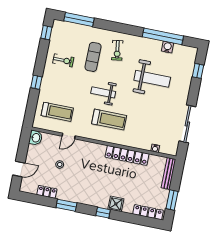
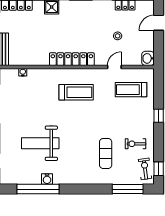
water cooler: (168, 47) -> (47, 179), moved
exercise bike: (117, 50) -> (145, 169), moved
weight bench: (103, 92) -> (88, 119), removed
treadmill: (109, 120) -> (76, 92), turned 180
locker: (127, 155) -> (72, 59), moved

